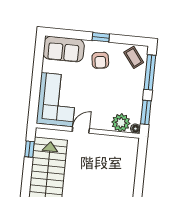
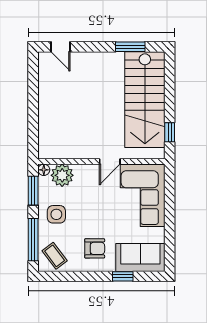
window: (101, 37) -> (123, 276), moved
armchair: (100, 60) -> (95, 248), turned 98
side table: (129, 91) -> (56, 214), added

